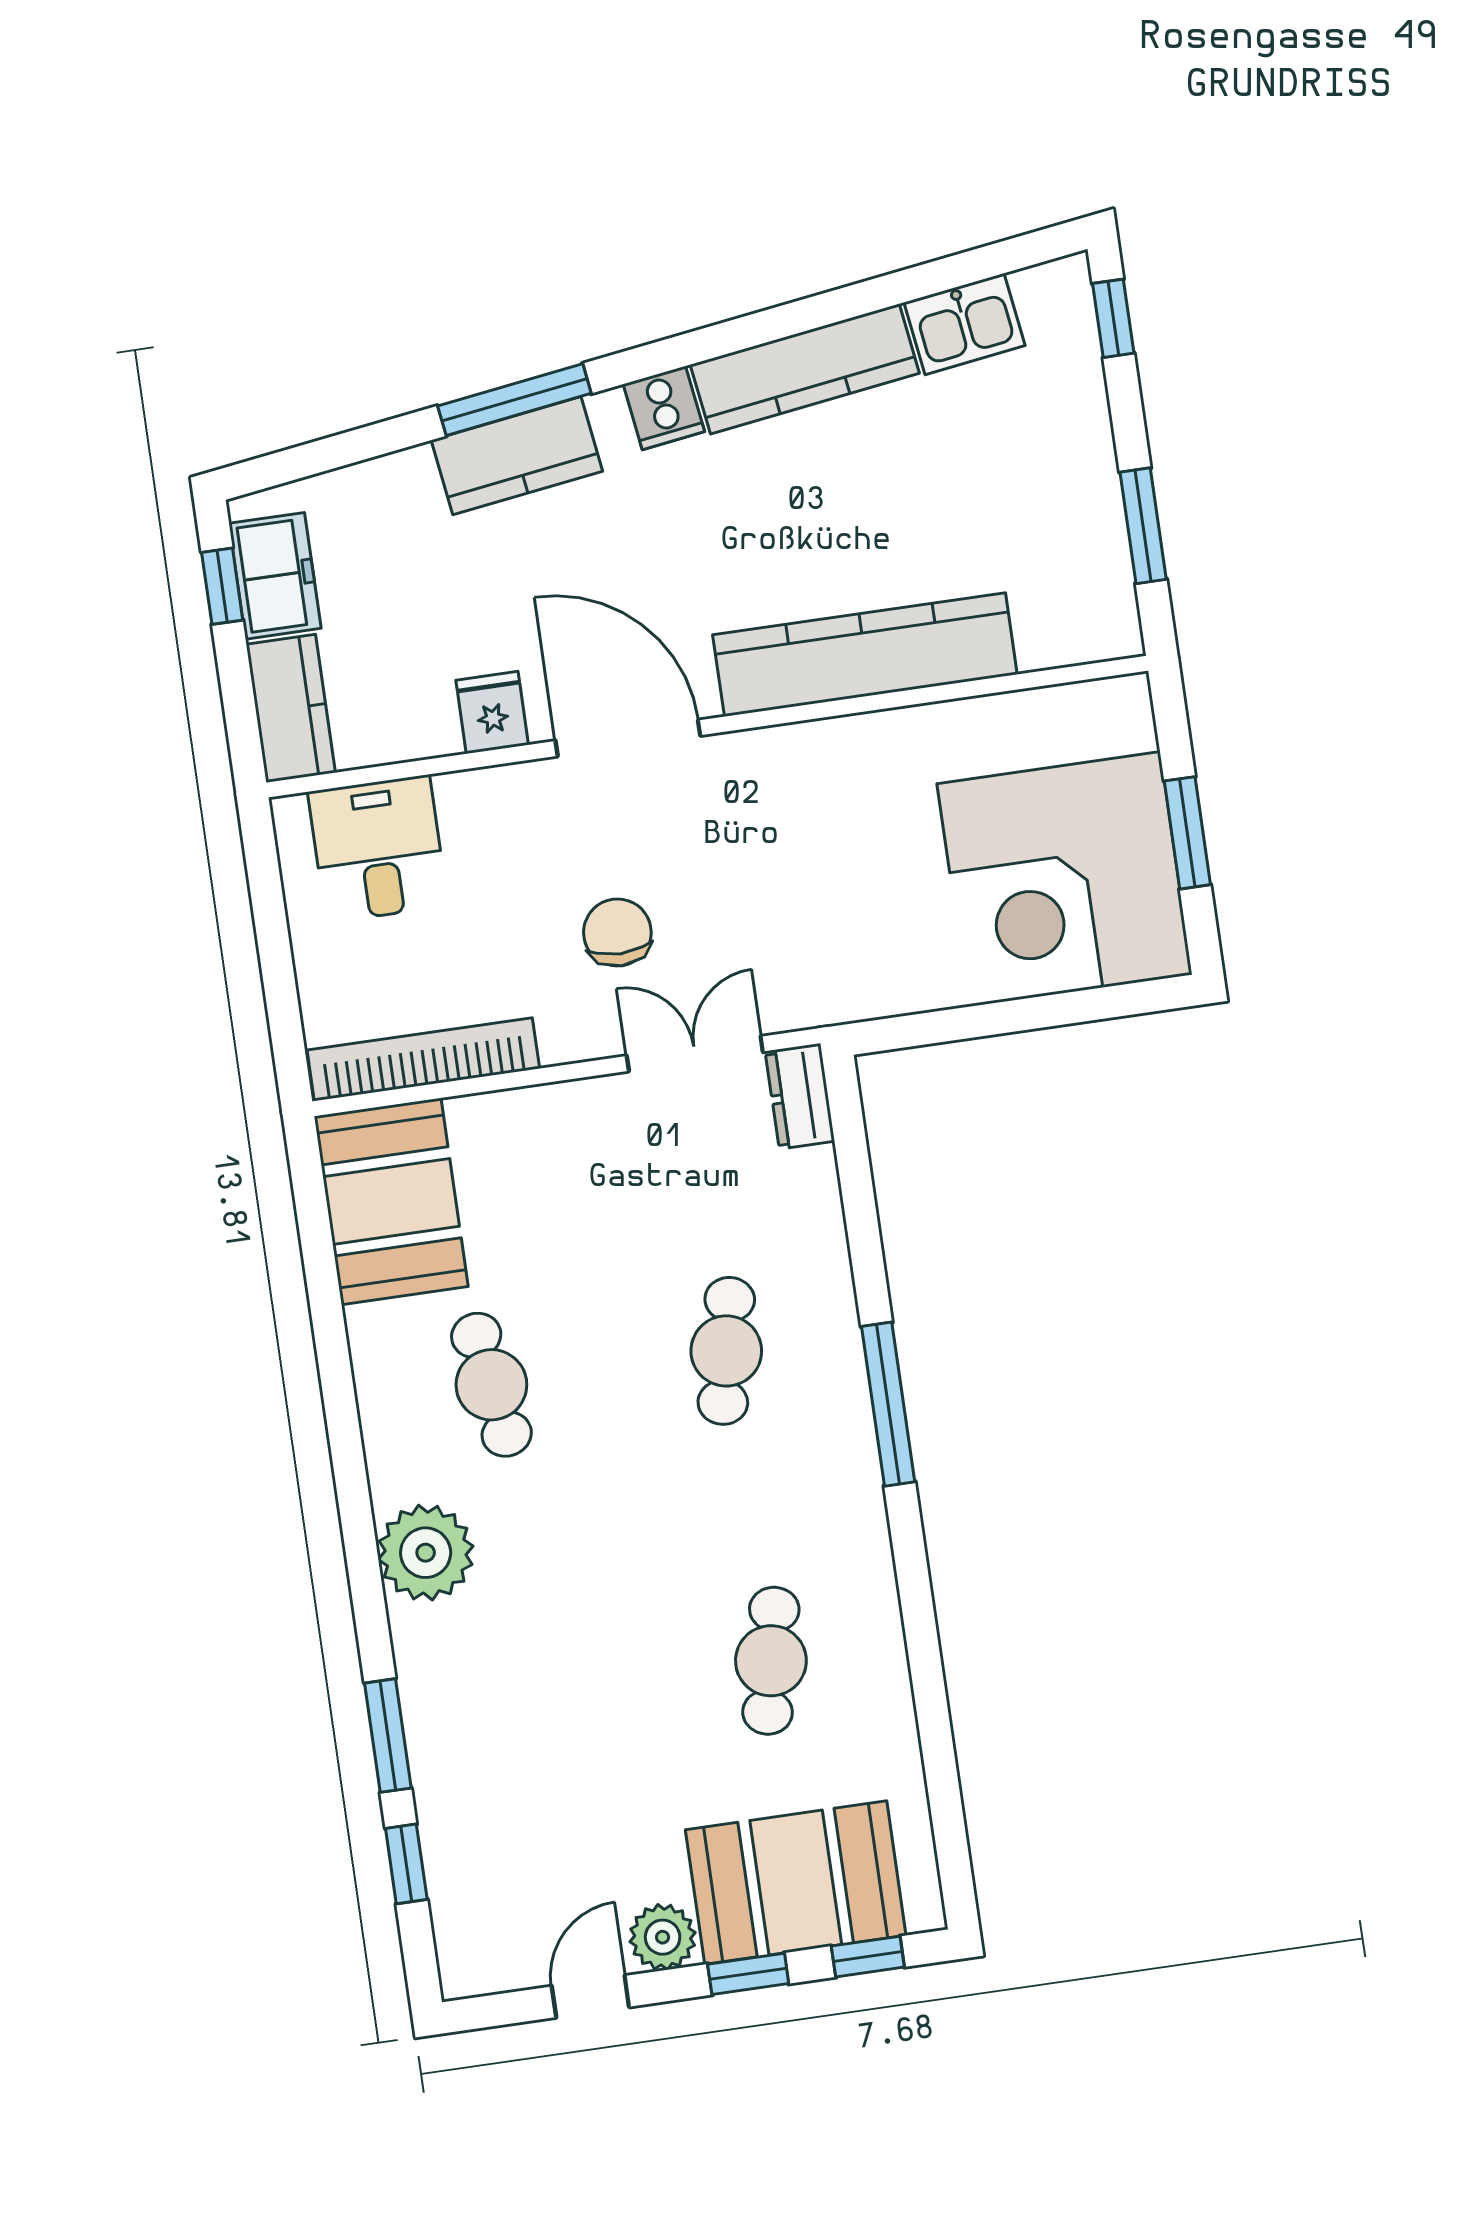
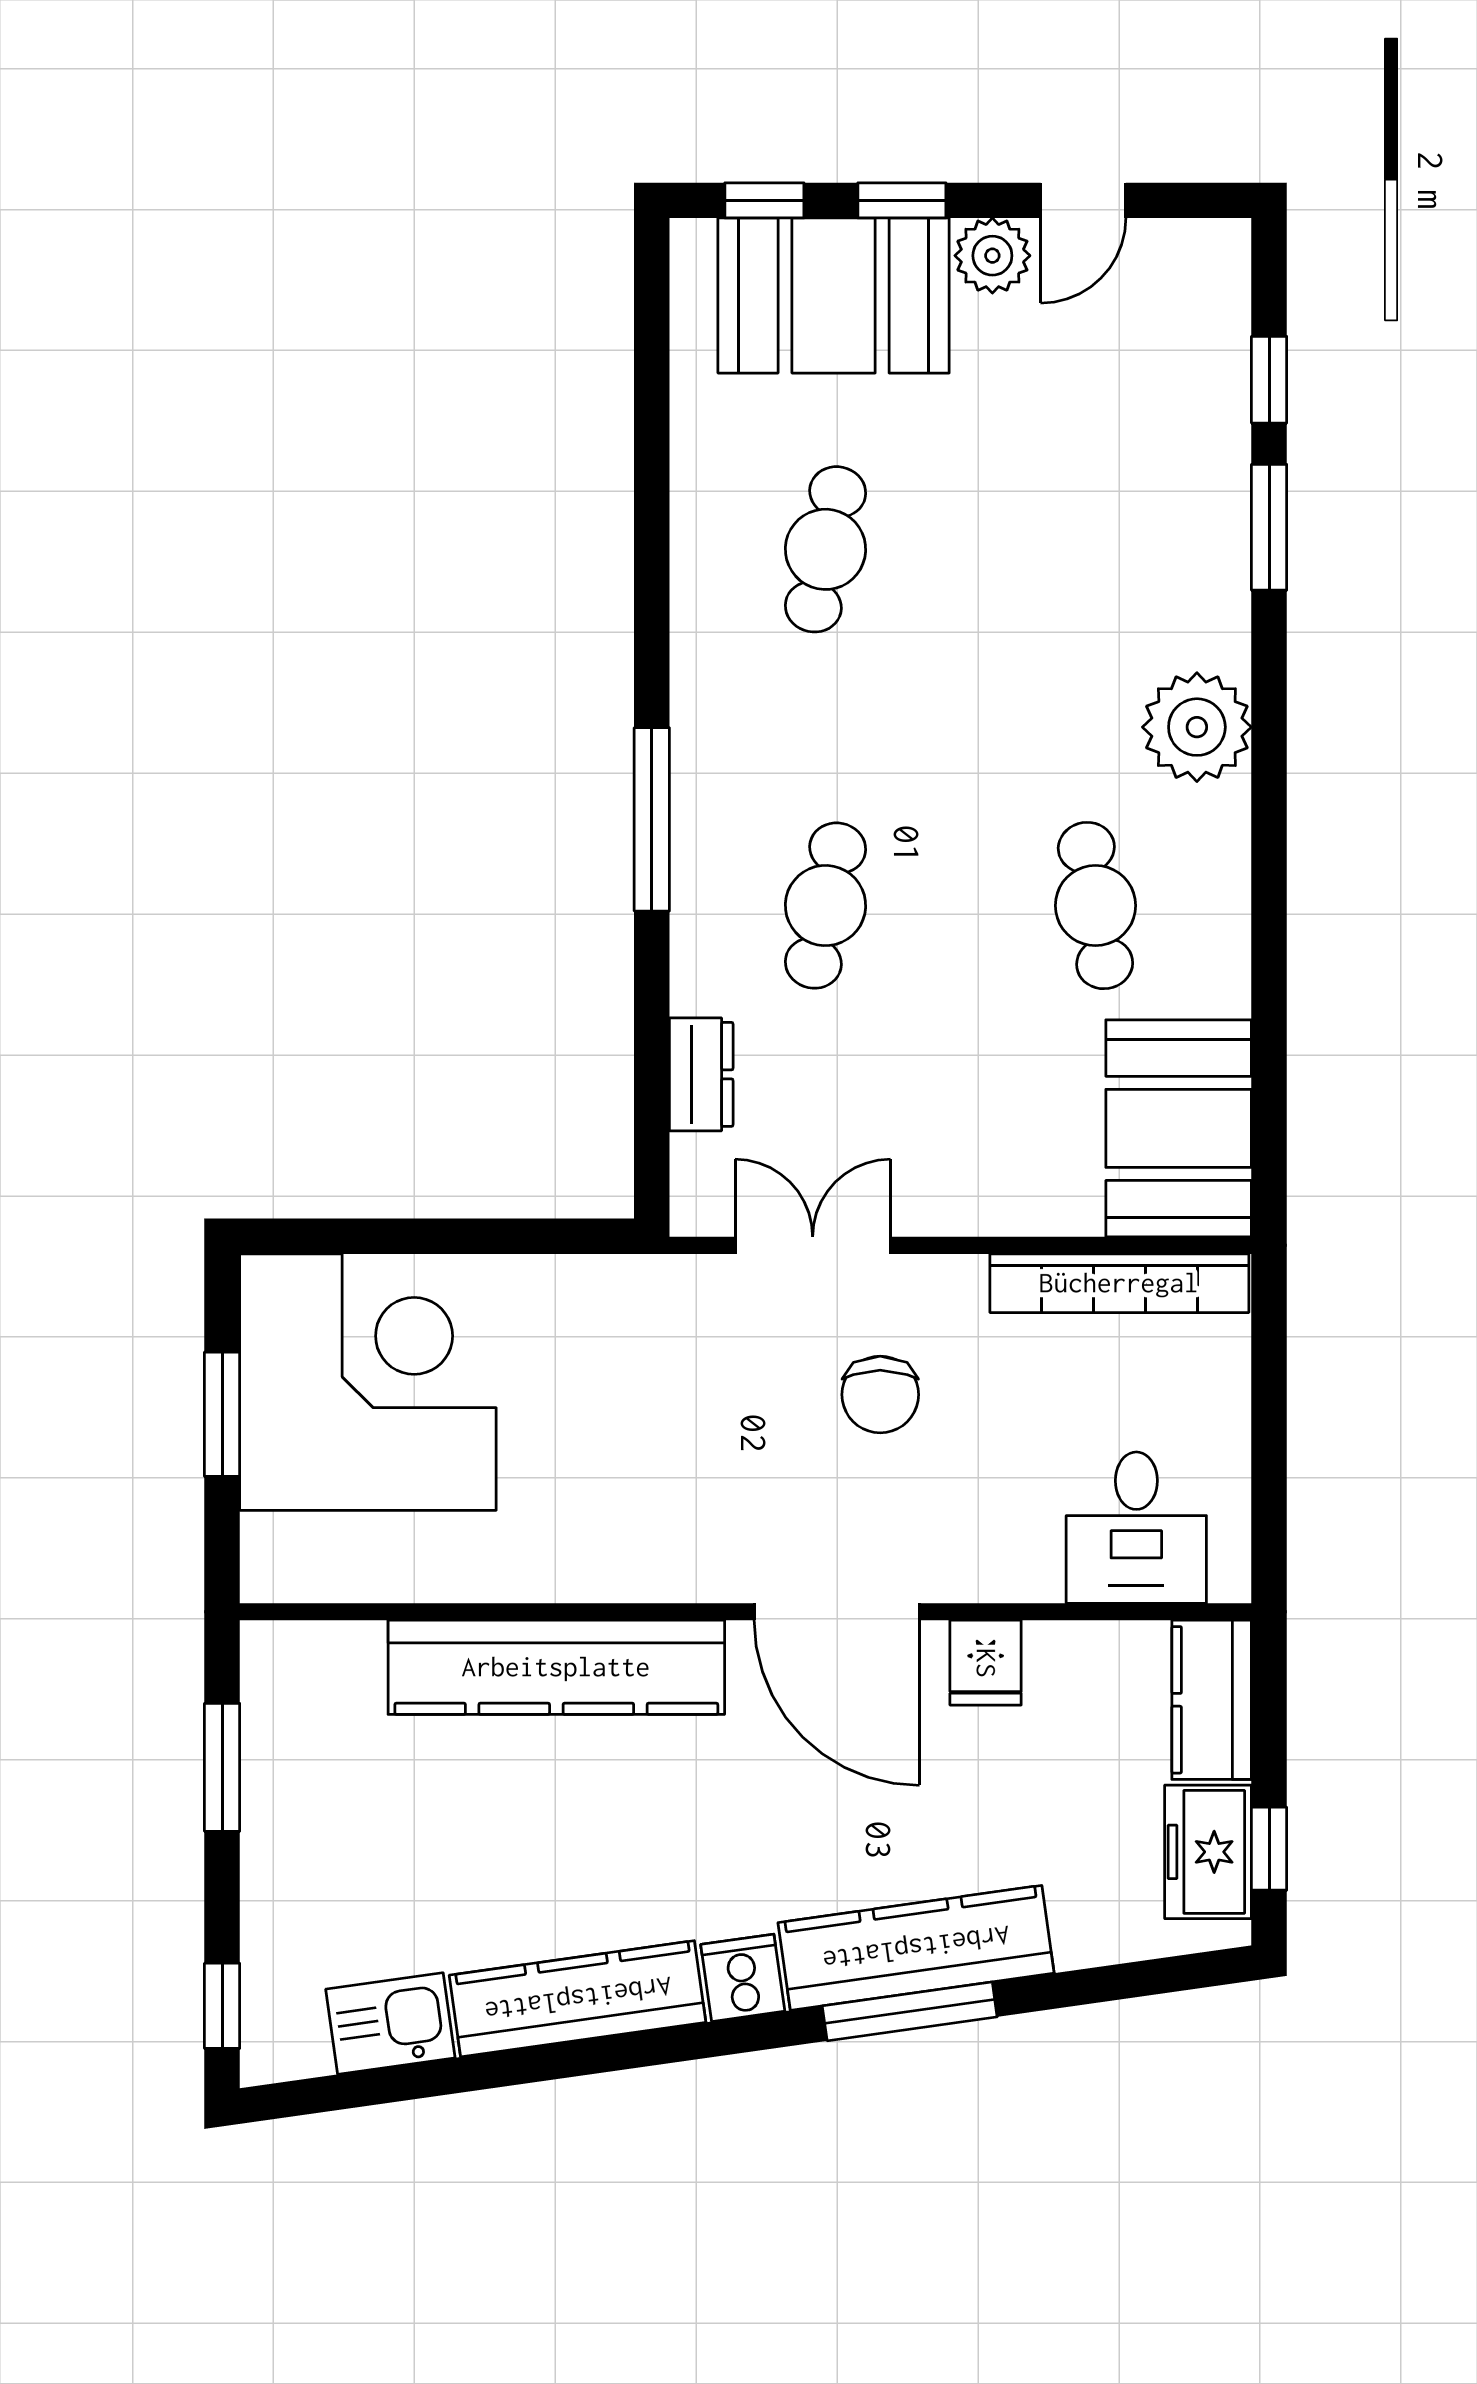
kitchen counter: (517, 456) -> (916, 1948), width x1.50
double door: (695, 1054) -> (813, 1245), swing flipped
dresser: (800, 1096) -> (701, 1074), moved

